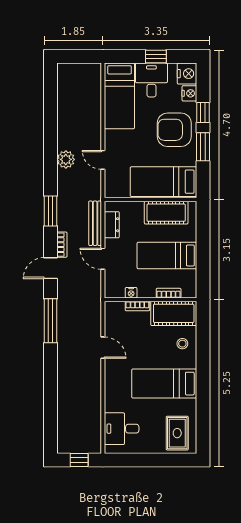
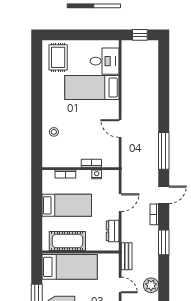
bench: (95, 223) -> (127, 256), moved, width x0.73
door: (103, 259) -> (120, 203), hinge flipped
cot: (174, 313) -> (61, 157), removed
bed: (164, 384) -> (92, 88), moved, turned 180

